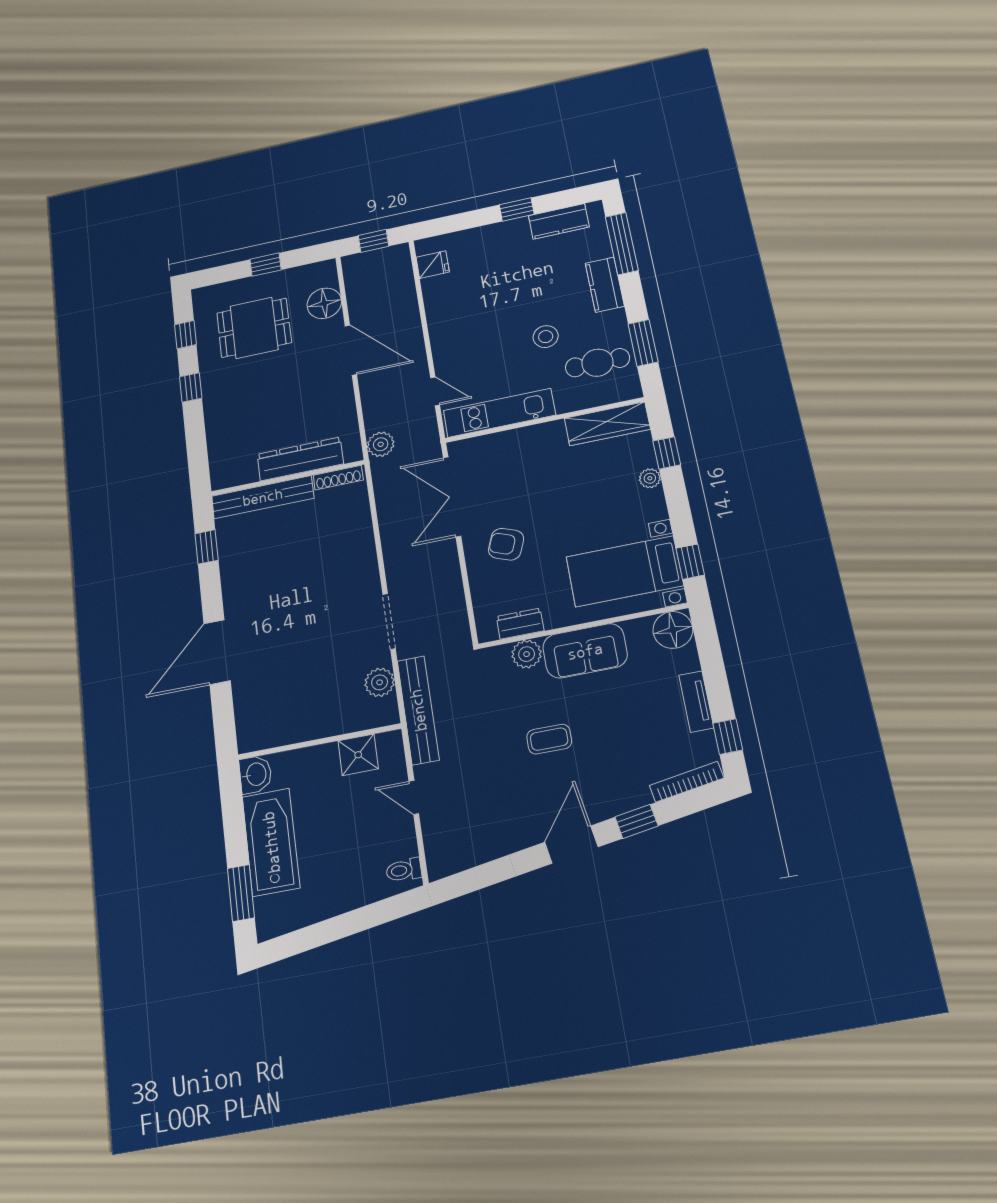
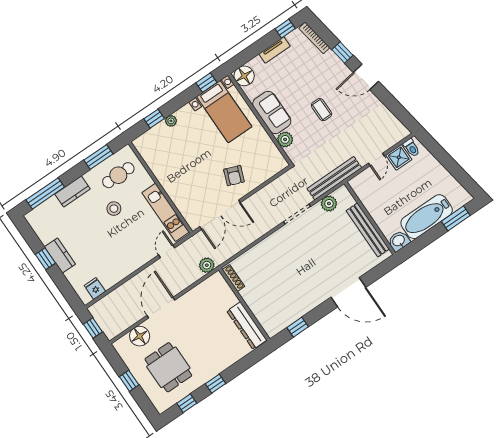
kitchen counter: (559, 221) -> (60, 256), moved
cafe table: (597, 363) -> (118, 175), turned 90
wardrobe: (607, 424) -> (150, 155), removed
dresser: (300, 459) -> (247, 326), moved
bench: (263, 497) -> (368, 230), moved
dresser: (520, 624) -> (271, 150), removed
shower: (358, 755) -> (399, 157), moved

